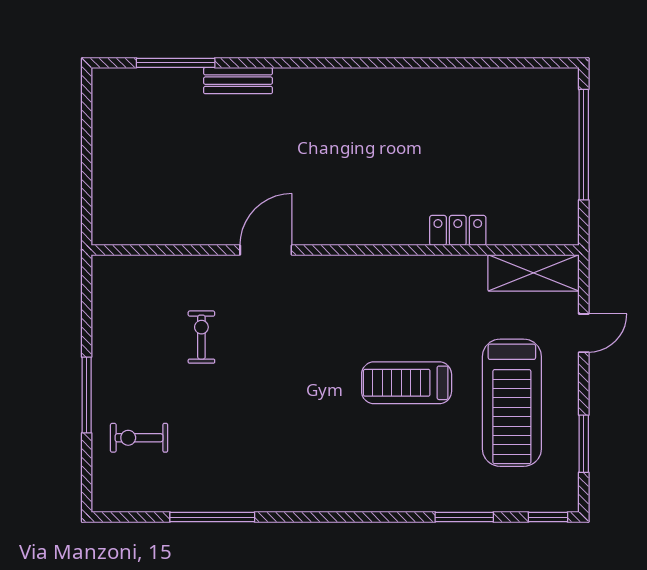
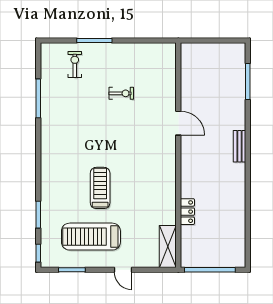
bench: (238, 81) -> (239, 146), moved
locker: (458, 230) -> (187, 212), moved
door: (266, 250) -> (178, 123), moved
wall: (335, 250) -> (178, 155), moved
shelving: (534, 273) -> (168, 247), moved

